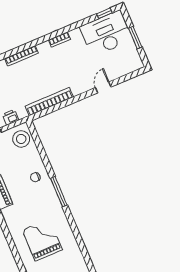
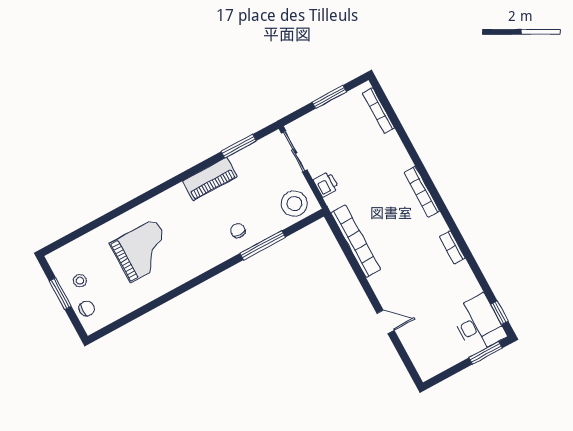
desk: (106, 33) -> (478, 324), width x0.73, depth x0.77
window: (135, 38) -> (485, 353), moved
window: (59, 192) -> (263, 245), moved

